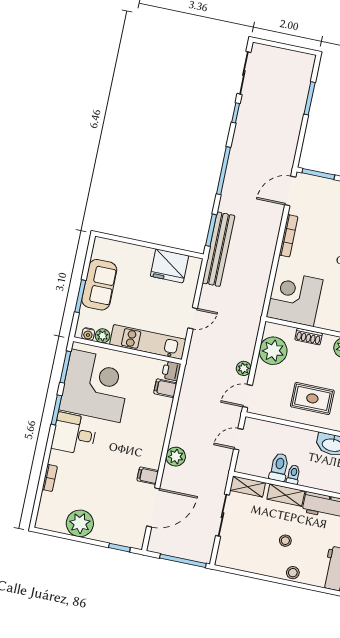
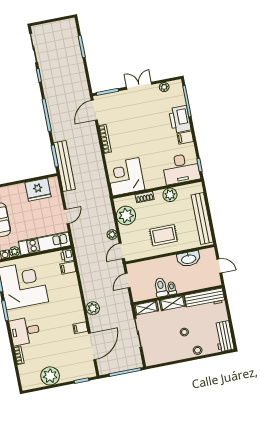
desk: (74, 434) -> (25, 331), moved

